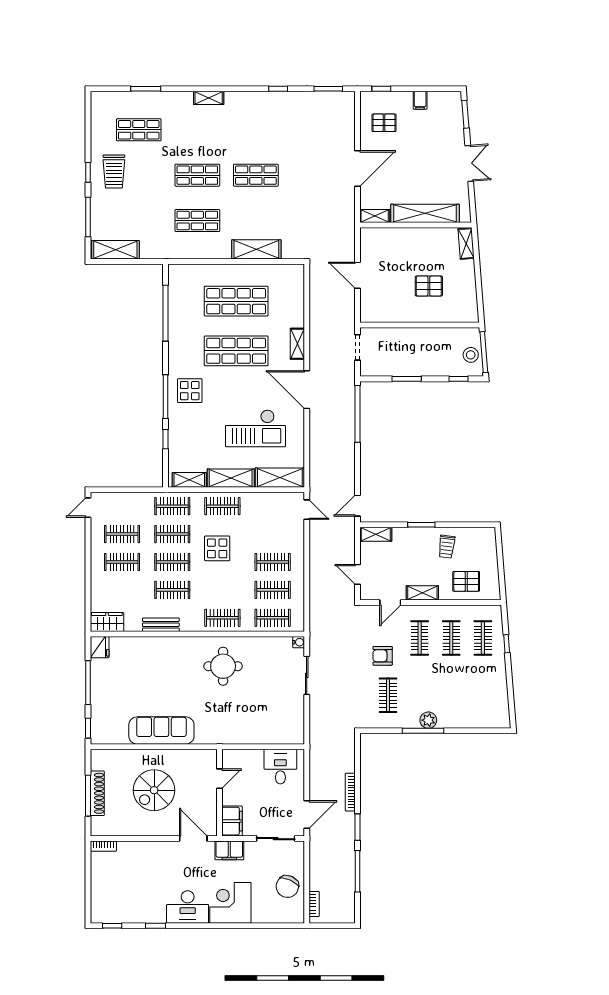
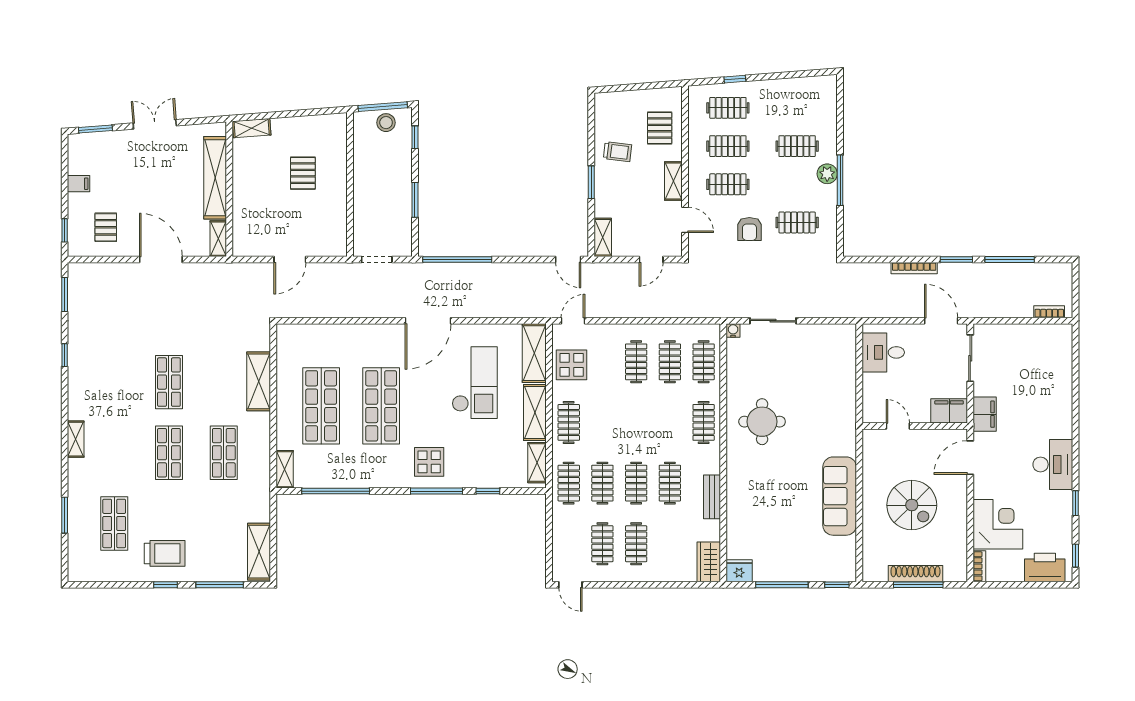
shelving: (297, 344) -> (285, 469), moved, turned 90
display table: (217, 548) -> (572, 365), moved
clothes rail: (451, 695) -> (797, 146), added
chair: (287, 886) -> (1028, 344), removed
printer: (102, 900) -> (1045, 568), added
corner desk: (230, 903) -> (998, 524), moved, turned 180

